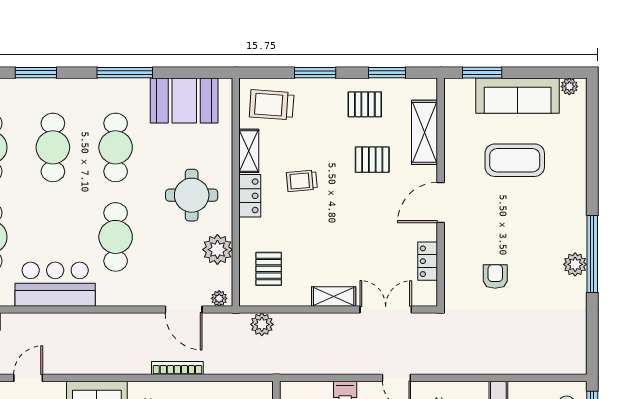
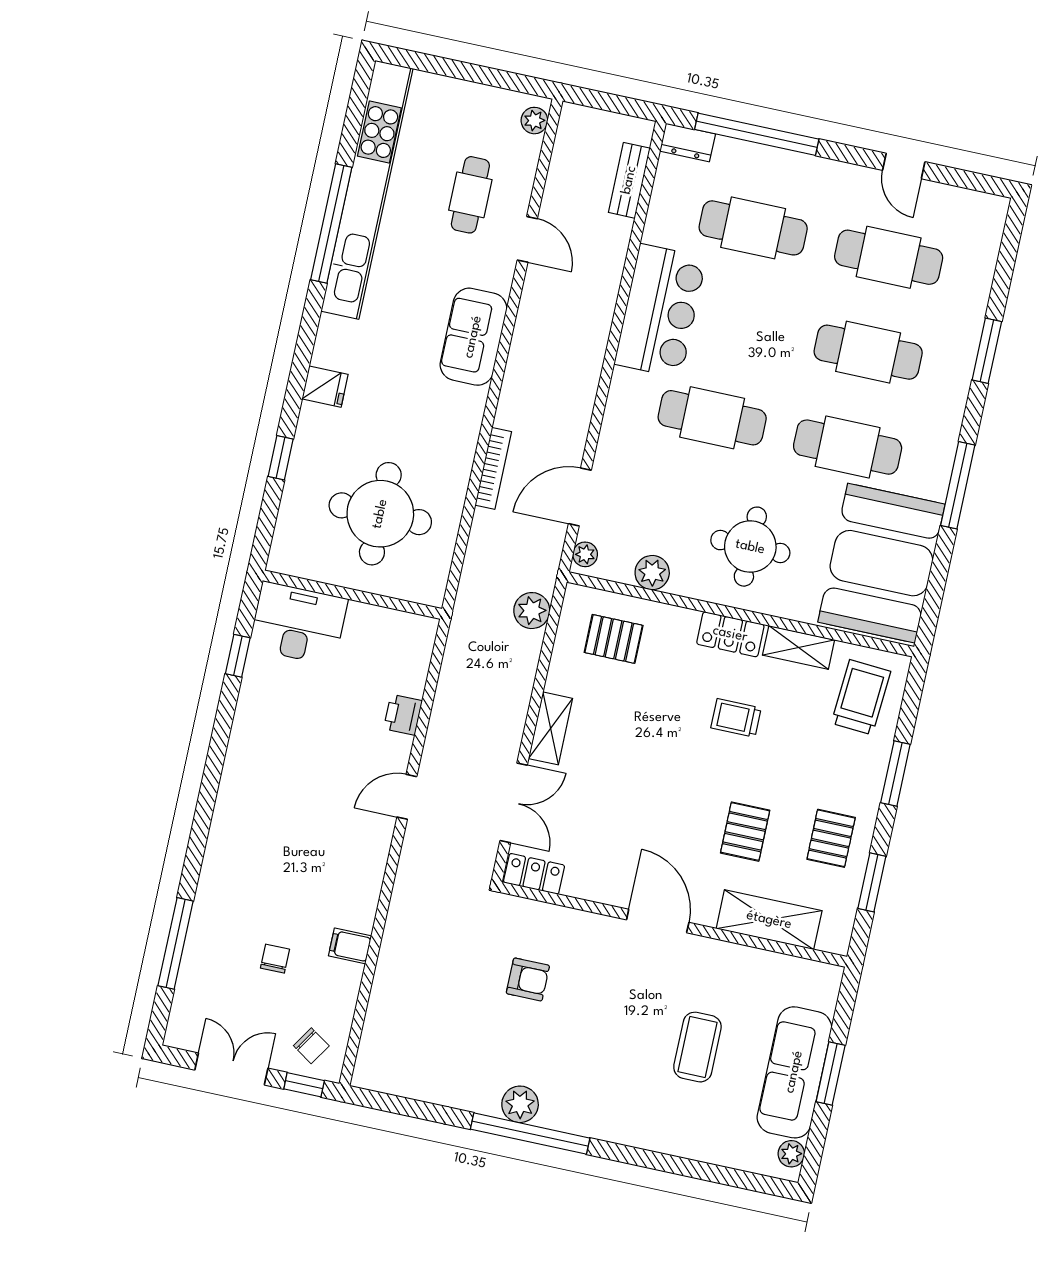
window: (482, 73) -> (831, 1073), moved
booth: (184, 101) -> (881, 563), width x1.36, depth x1.42
coffee table: (515, 160) -> (697, 1047), width x0.73, depth x0.76
trolley: (302, 181) -> (736, 718), turned -85
plant: (217, 250) -> (652, 573), width x0.73, depth x0.73
locker: (428, 261) -> (534, 874), moved

